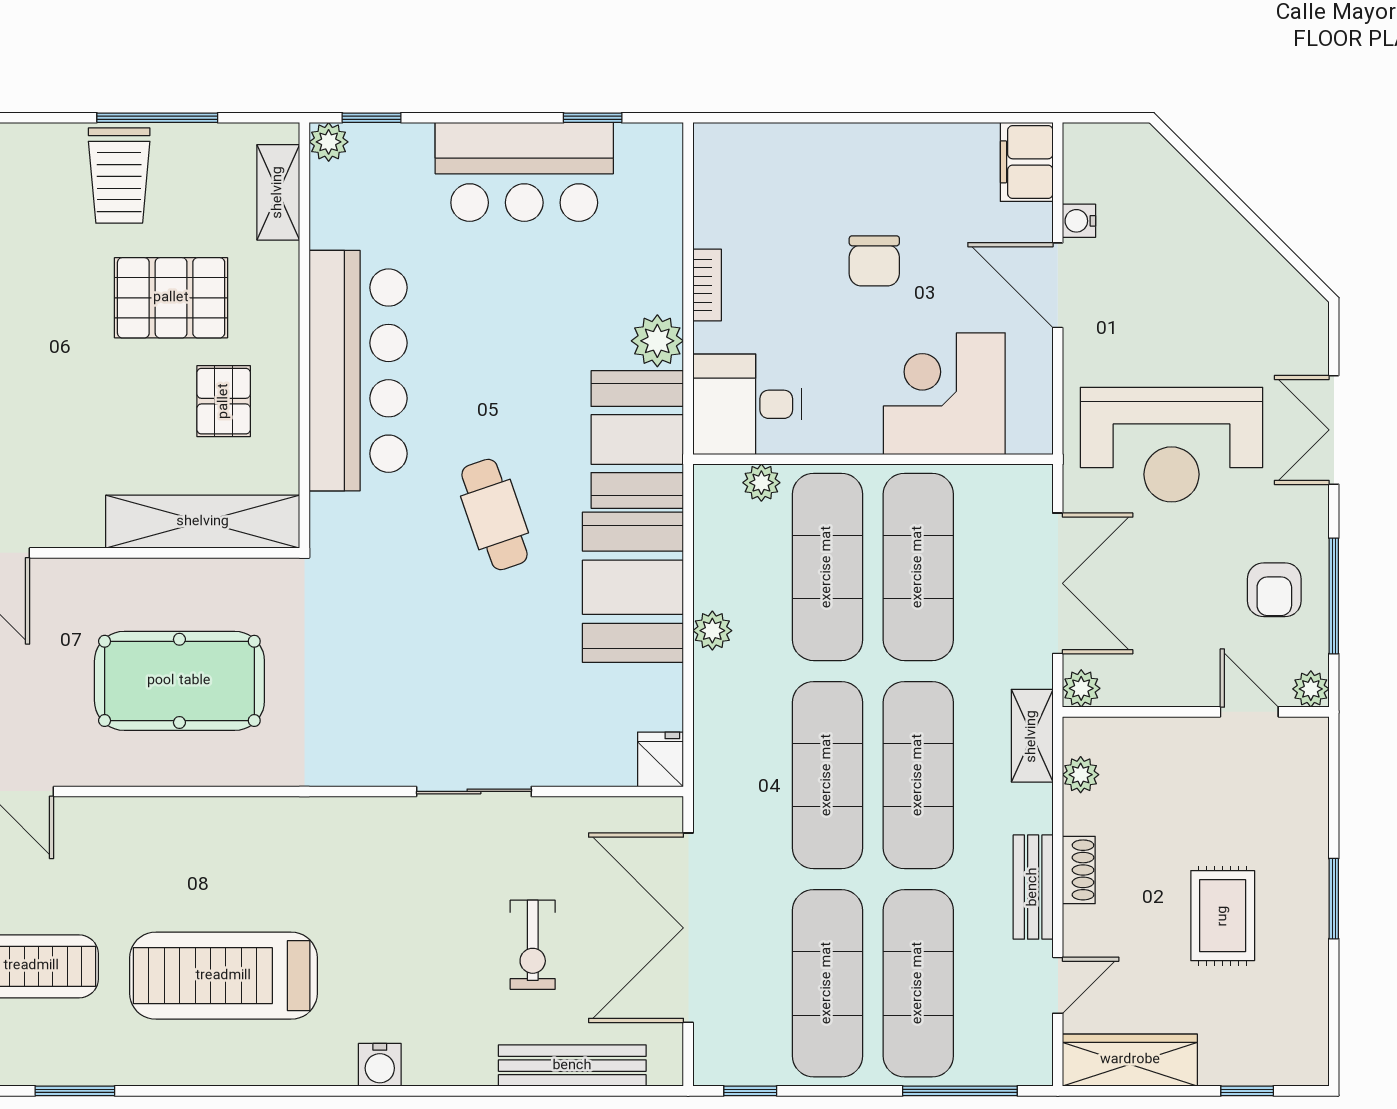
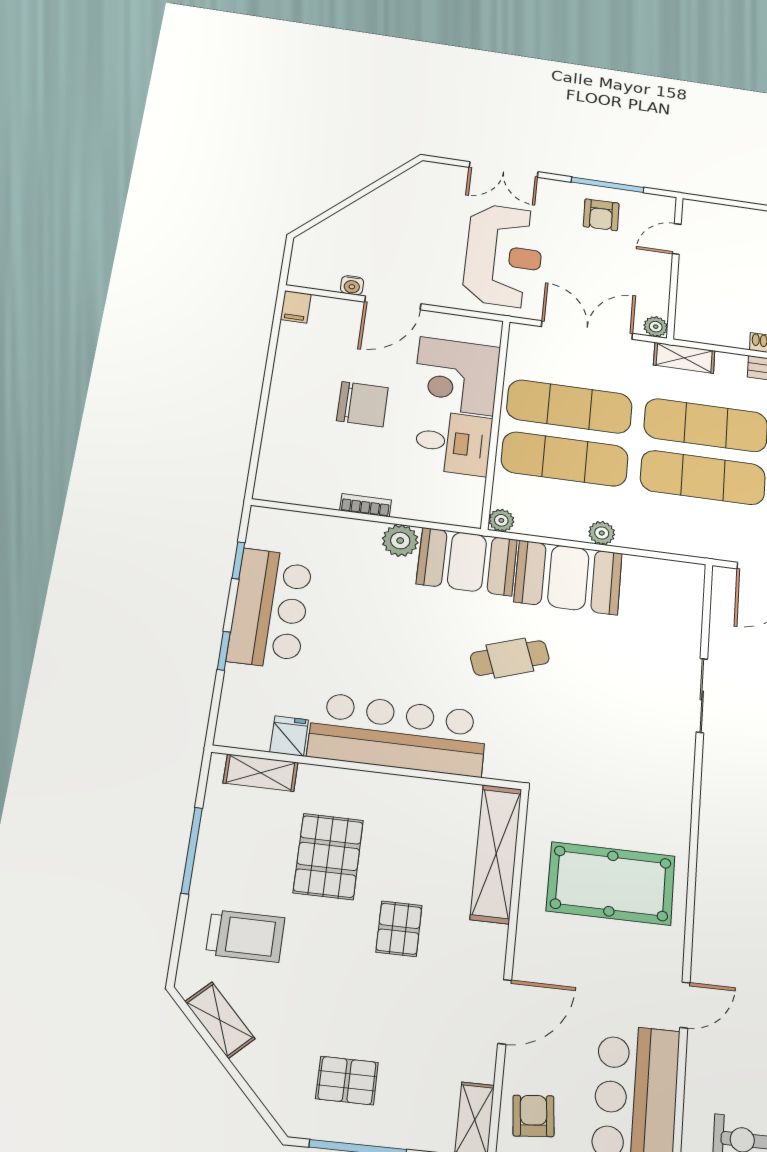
window: (372, 118) -> (224, 651), moved
plant: (329, 142) -> (229, 734), removed
filing cabinet: (1027, 162) -> (296, 307), width x0.50
trolley: (119, 176) -> (245, 936), moved
chair: (874, 261) -> (362, 404), width x1.37, depth x1.37
pallet: (224, 401) -> (399, 929), moved, turned 90
desk: (747, 404) -> (453, 443), moved, turned -90
plant: (761, 483) -> (501, 520), moved
armchair: (1274, 590) -> (601, 215), turned 89
pool table: (179, 681) -> (611, 883), turned 90
plant: (1311, 689) -> (665, 205), removed
fridge: (660, 759) -> (289, 736), moved, turned 90
plant: (1081, 775) -> (711, 335), removed

